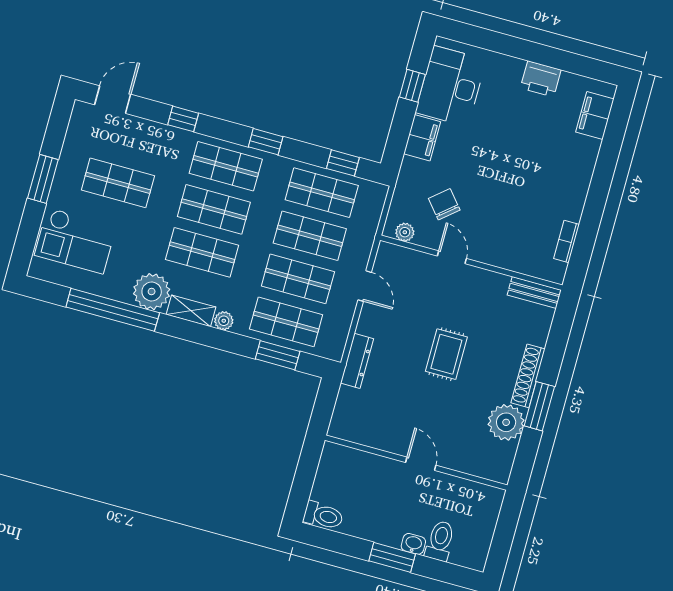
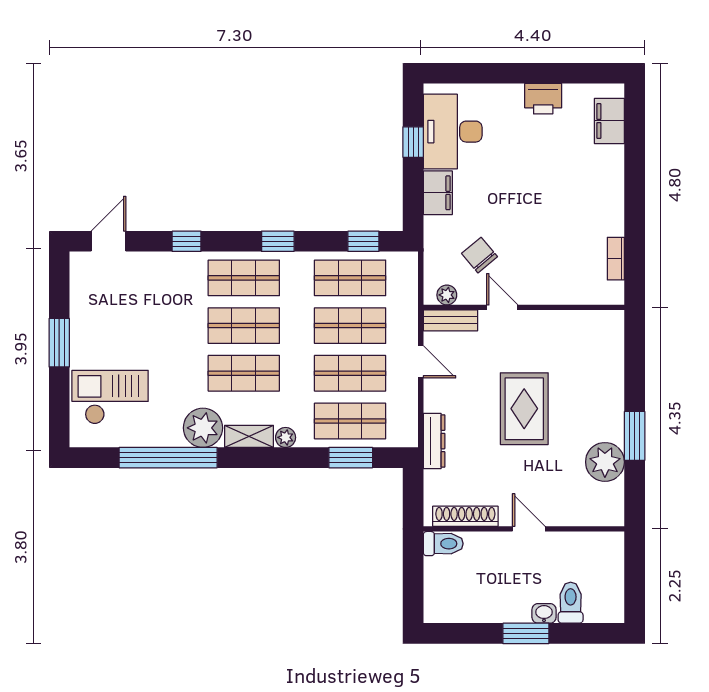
shop shelf: (118, 183) -> (138, 326), removed
checkout: (75, 241) -> (110, 397), turned 180
bench: (534, 293) -> (451, 320), moved
rug: (446, 354) -> (524, 409), width x1.36, depth x1.43
shoe rack: (528, 376) -> (465, 516), moved, turned 90
toilet: (323, 516) -> (443, 544), moved

